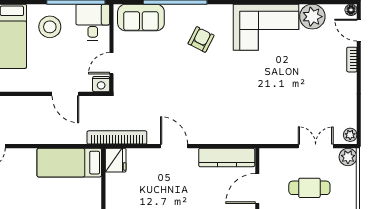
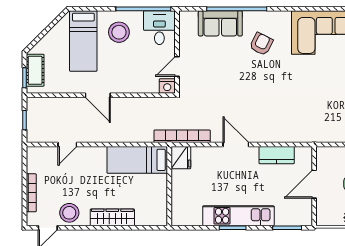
sofa: (141, 18) -> (220, 23), moved
door: (65, 94) -> (98, 95), moved
kitchen counter: (227, 157) -> (277, 155), width x0.67

